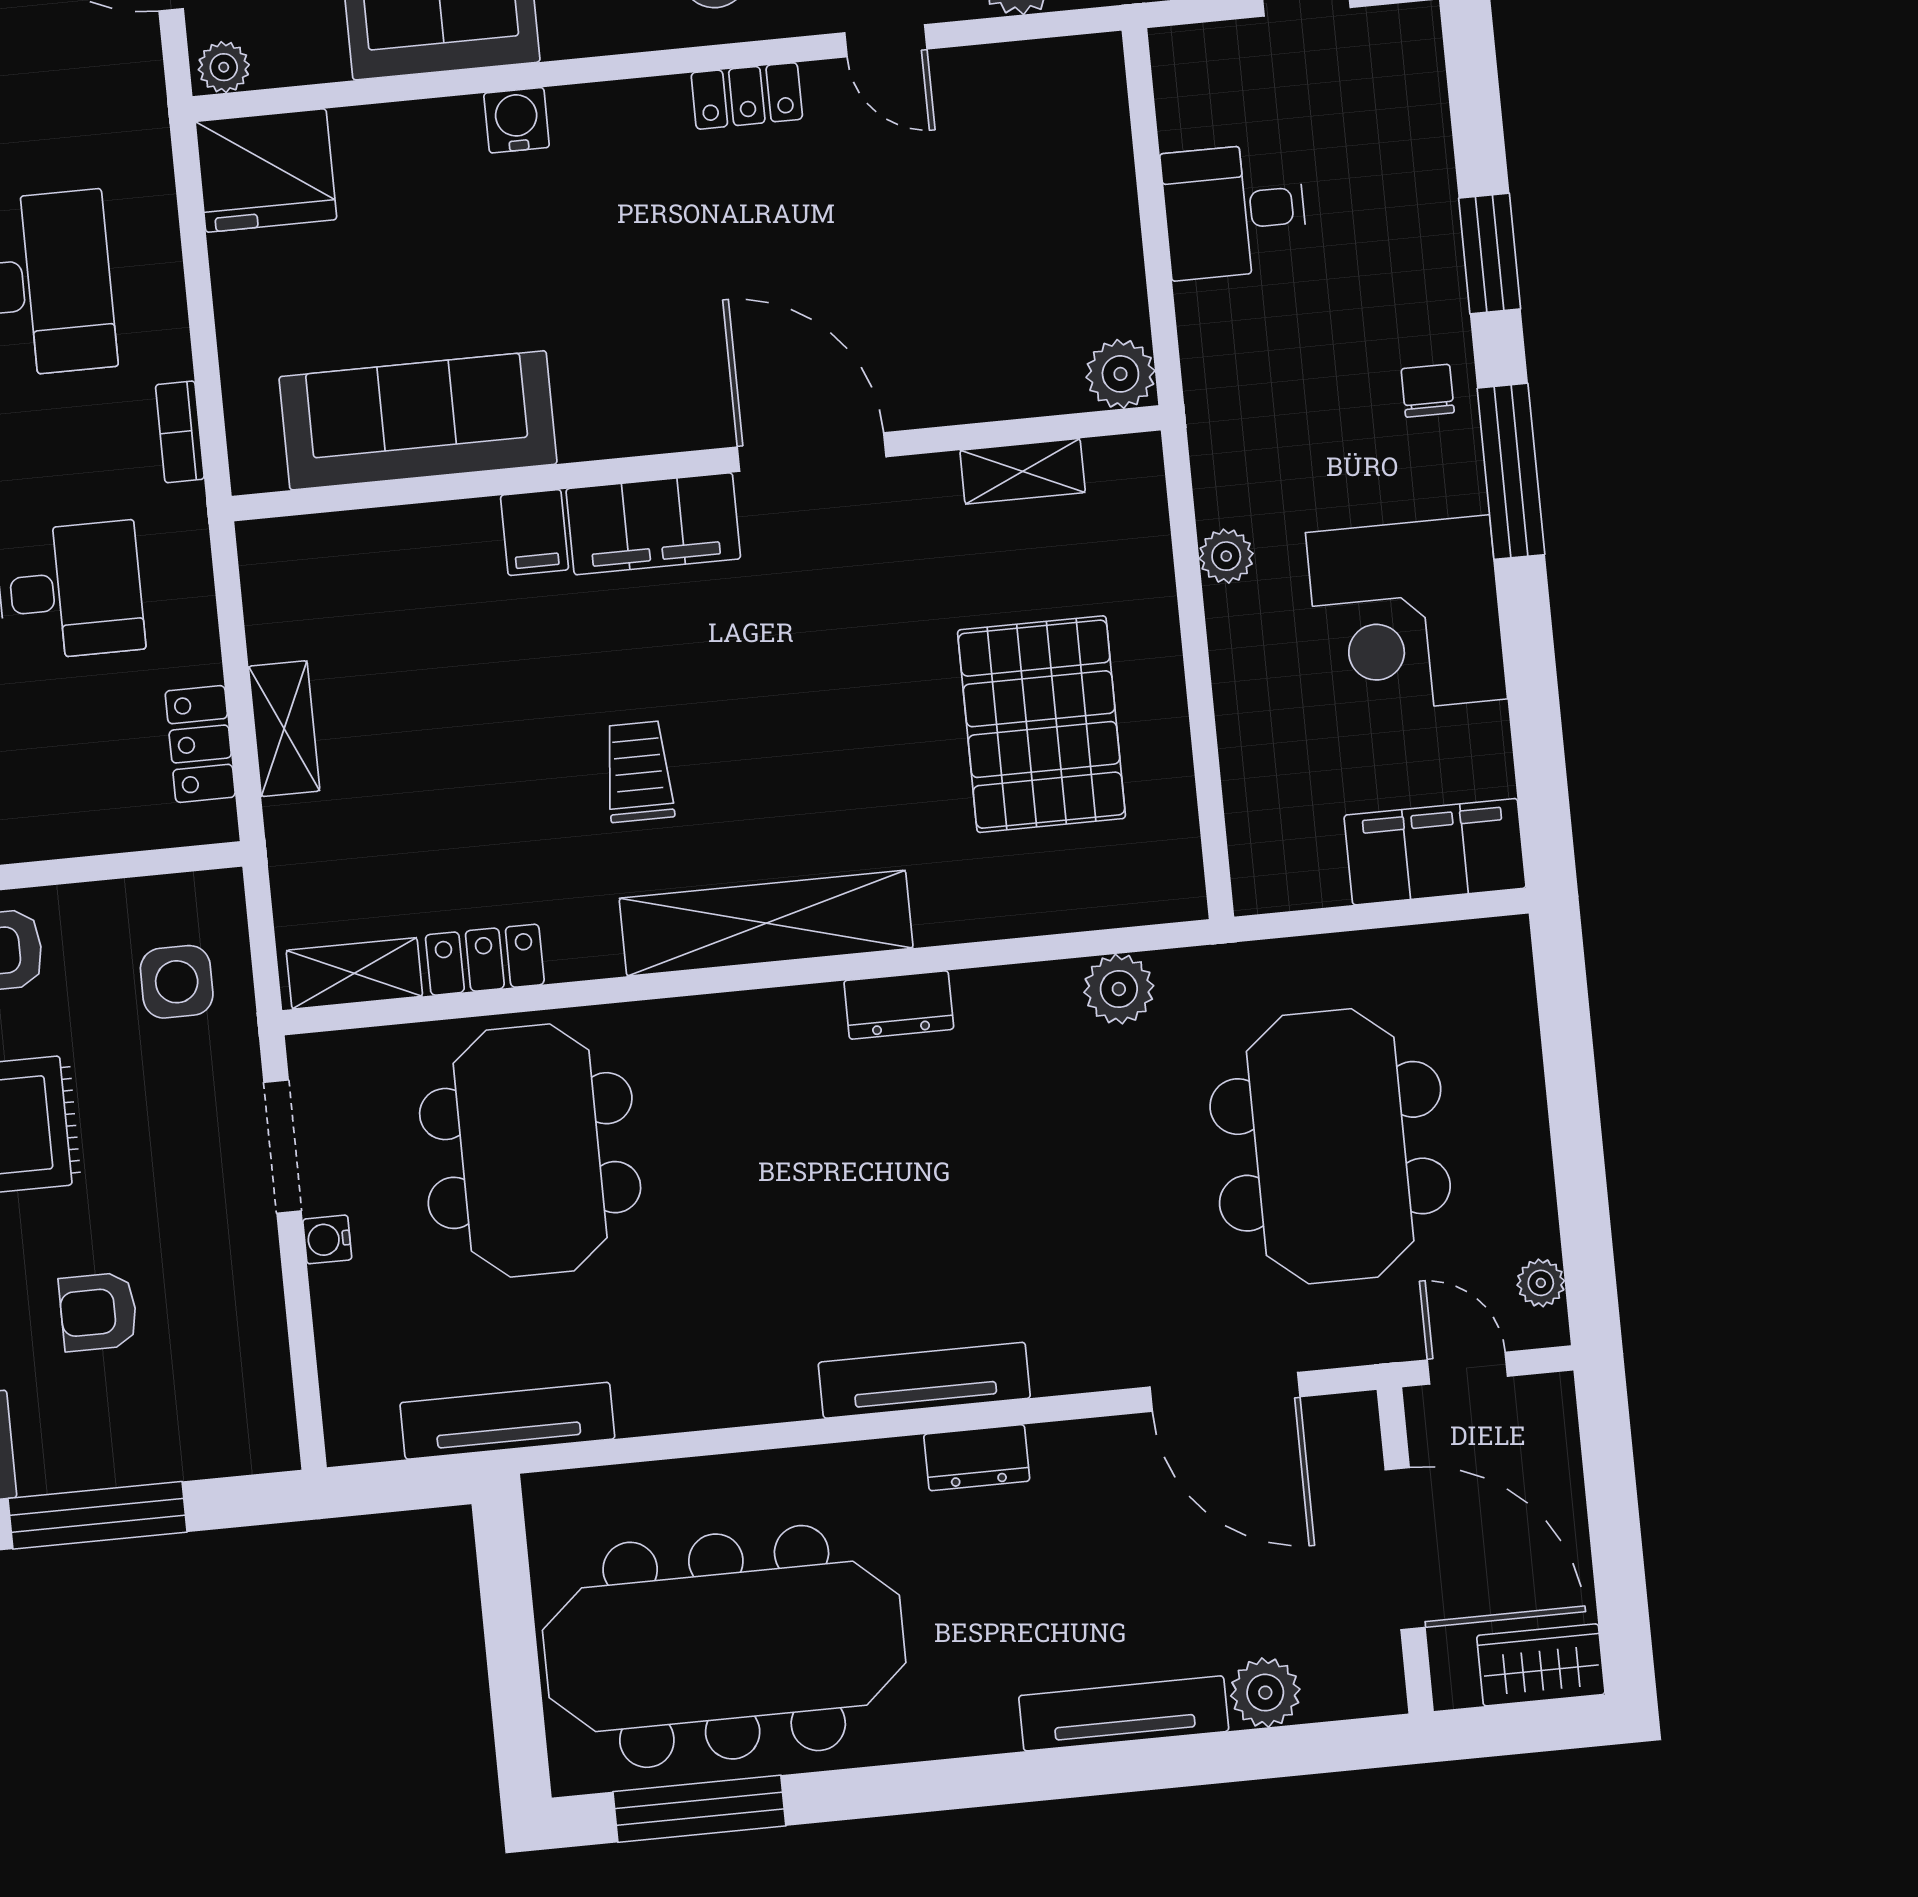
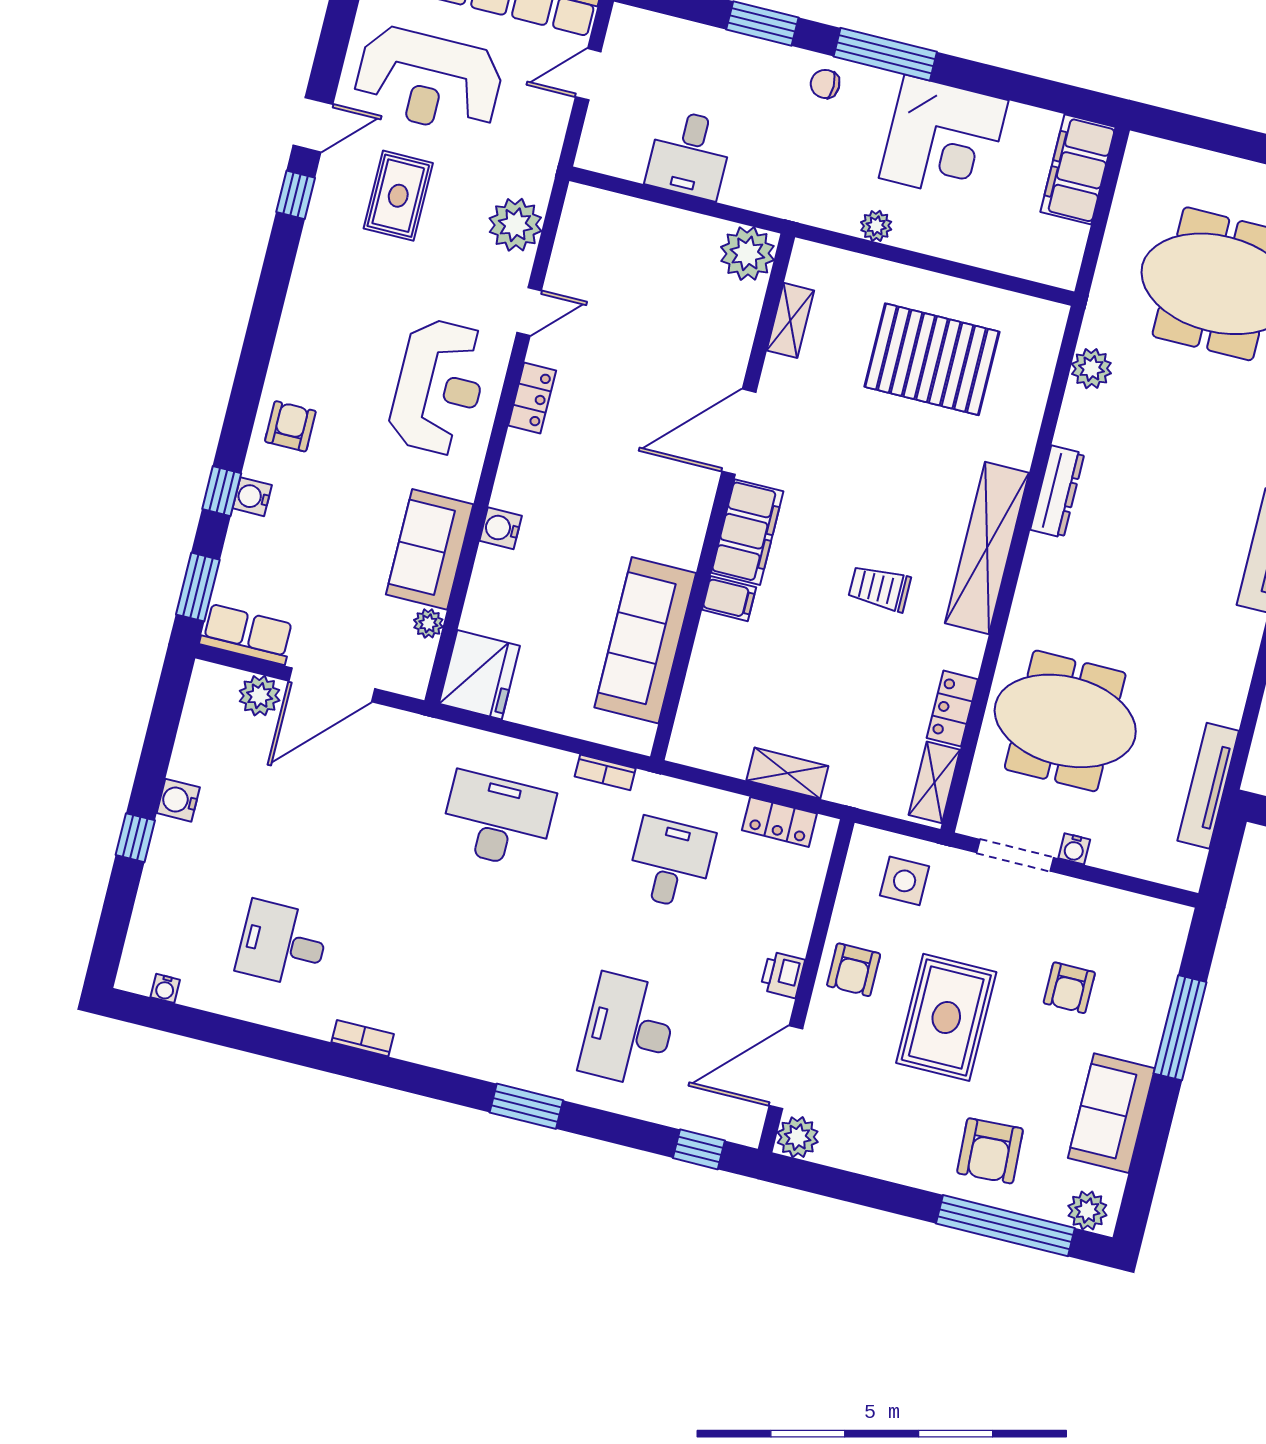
plant: (224, 67) -> (428, 623), moved
plant: (1120, 374) -> (747, 253), width x1.36, depth x1.36
dresser: (899, 1005) -> (1057, 492), width x1.44

